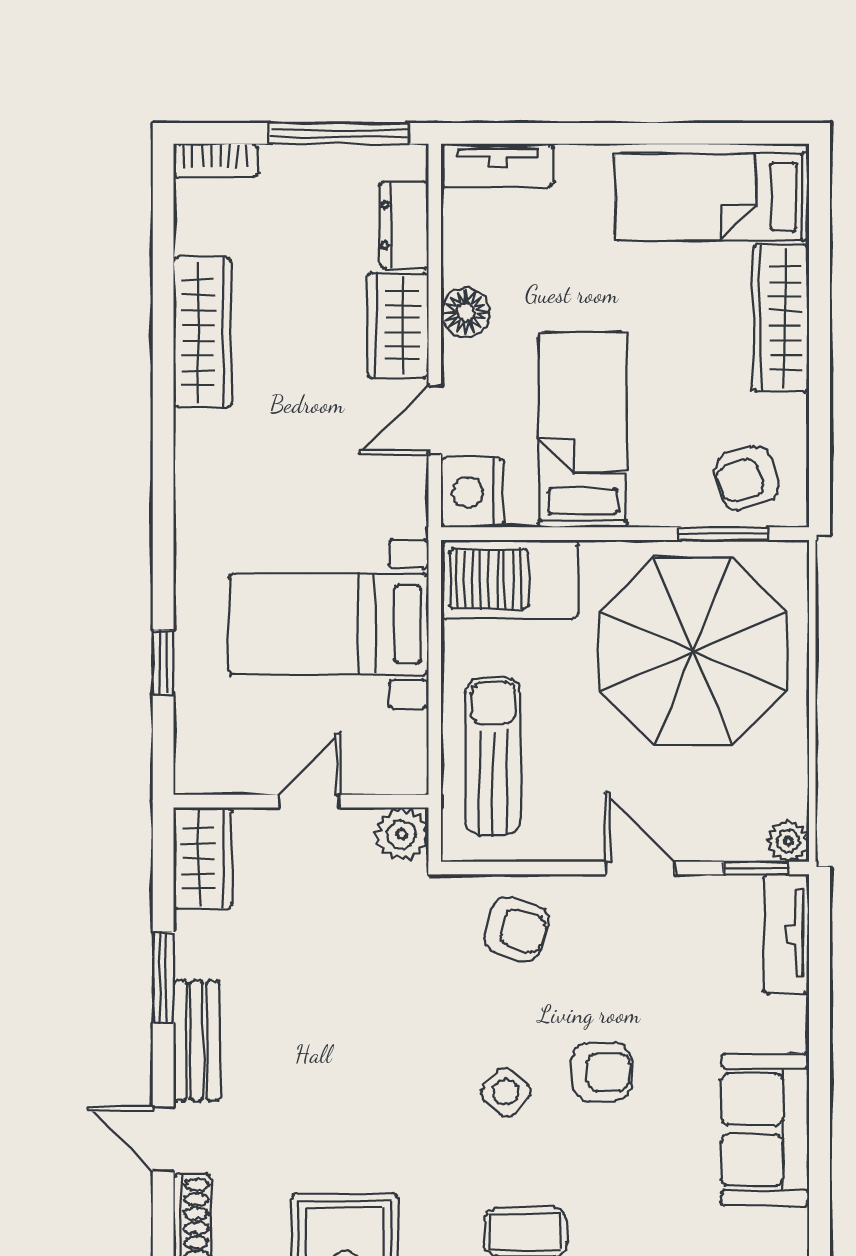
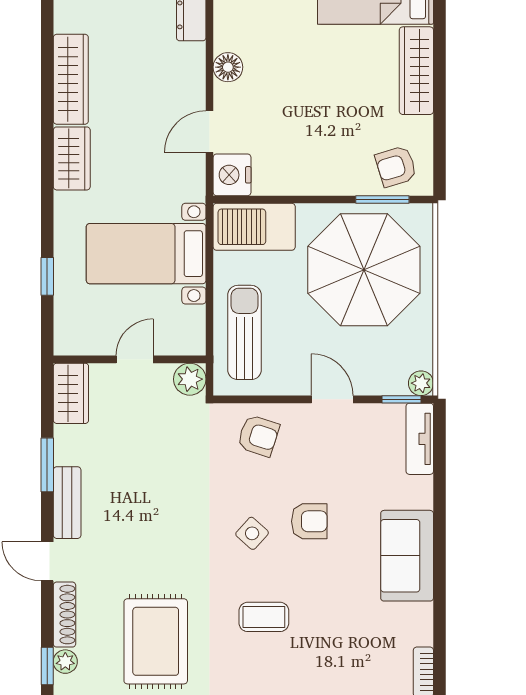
wardrobe: (398, 325) -> (72, 158), moved, turned 180
bed: (583, 430) -> (298, 138), removed

